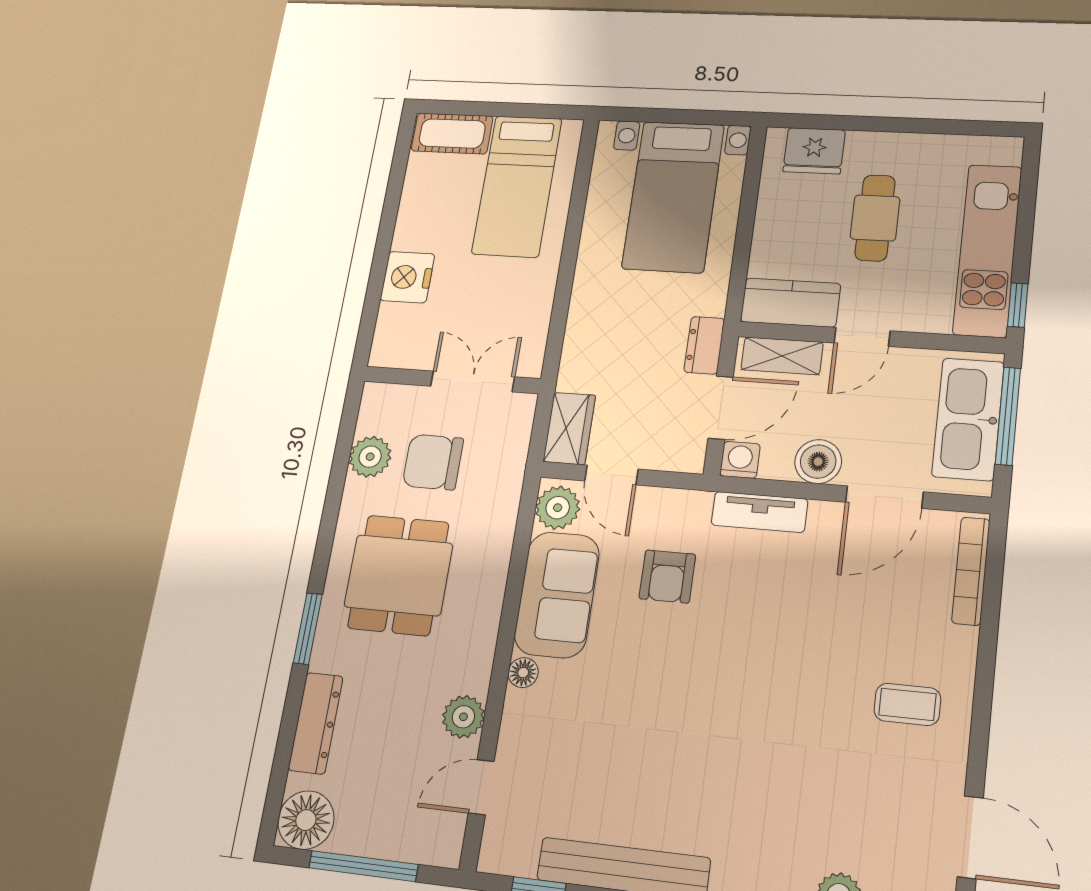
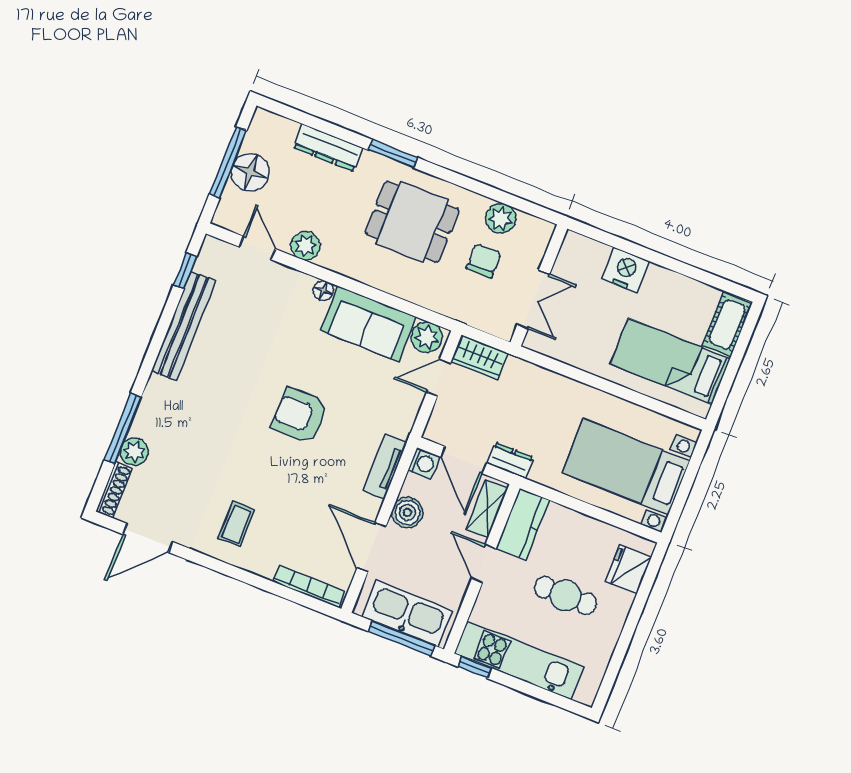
chair: (433, 462) -> (484, 261), width x0.73, depth x0.73
armchair: (667, 576) -> (300, 415), moved, width x1.38, depth x1.38
floor lamp: (306, 820) -> (250, 172), moved

